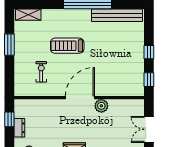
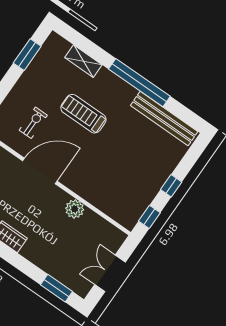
shelving: (28, 15) -> (83, 61), moved
window: (9, 45) -> (27, 55), moved
door: (80, 98) -> (40, 171), moved

